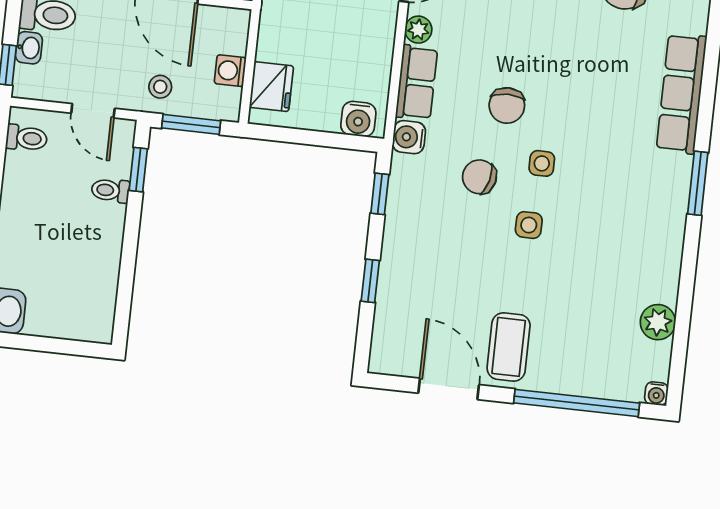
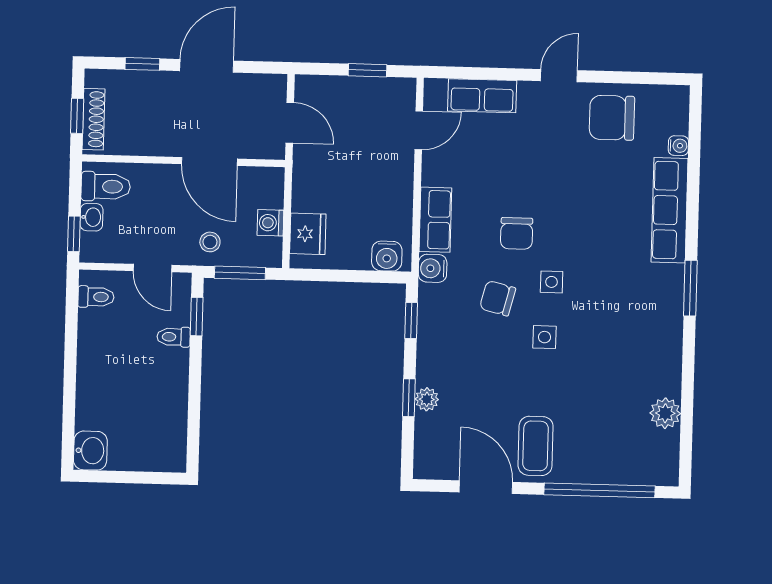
plant: (418, 30) -> (427, 399), moved
water cooler: (656, 394) -> (678, 146), moved, turned -90

